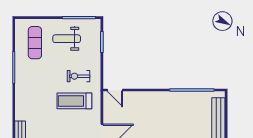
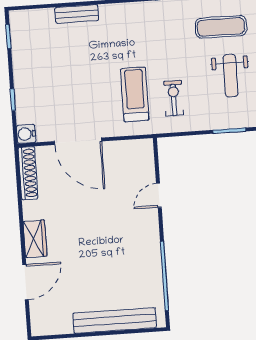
weight bench: (67, 39) -> (230, 76), turned 180
door: (115, 90) -> (159, 195), moved

